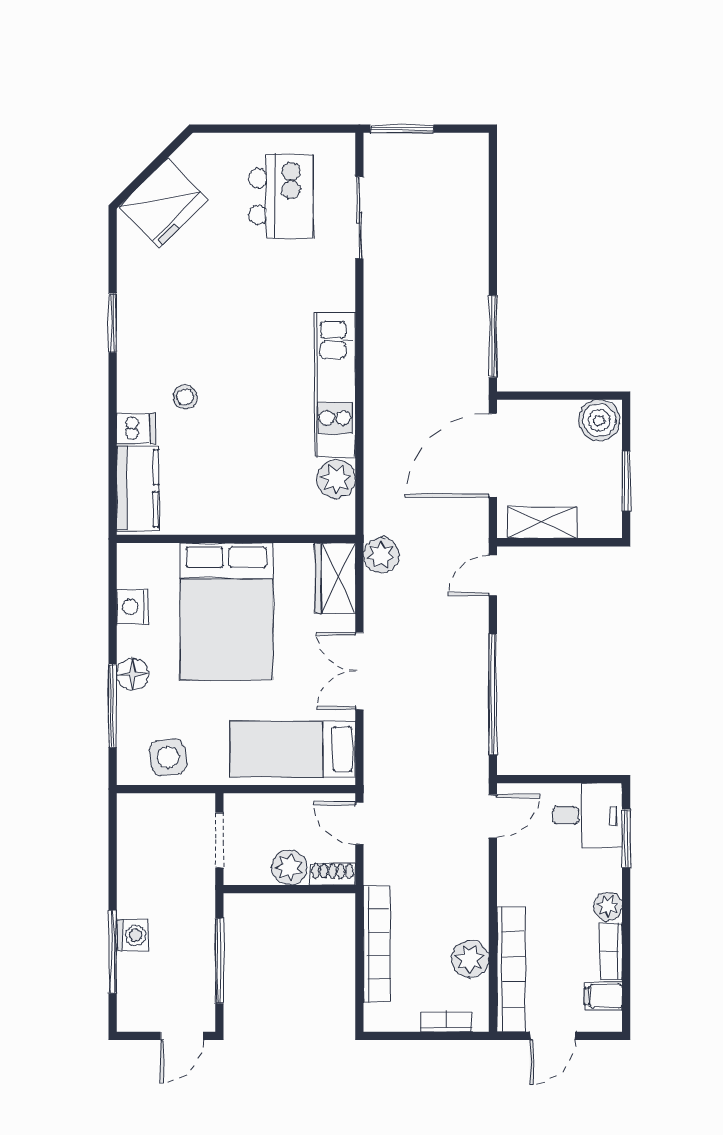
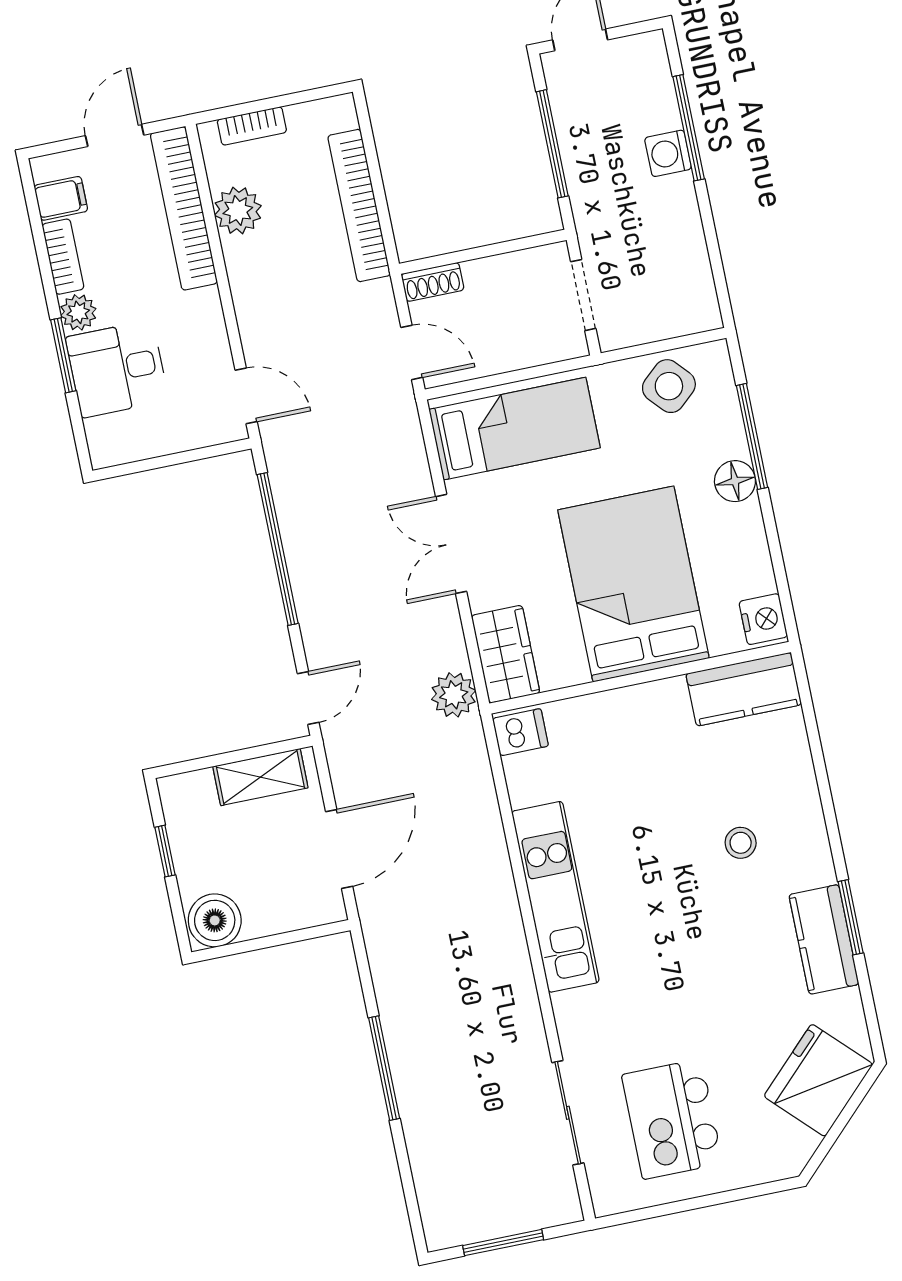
window: (402, 129) -> (503, 1243), moved
kitchen counter: (137, 310) -> (824, 939), added
window: (493, 336) -> (384, 1068), moved
dishwasher: (136, 429) -> (520, 732), moved, turned 180
door: (493, 455) -> (339, 849), width x0.73
plant: (336, 479) -> (530, 779), removed
window: (626, 481) -> (165, 851), width x0.67
kitchen counter: (138, 488) -> (744, 689), moved, turned -90
nightstand: (133, 607) -> (763, 619), moved
double door: (359, 671) -> (451, 544), swing flipped
side table: (168, 757) -> (669, 386), turned -35
desk: (587, 815) -> (117, 369), moved
door: (493, 816) -> (246, 396), swing flipped
window: (626, 839) -> (63, 355), moved
plant: (289, 868) -> (488, 279), removed

